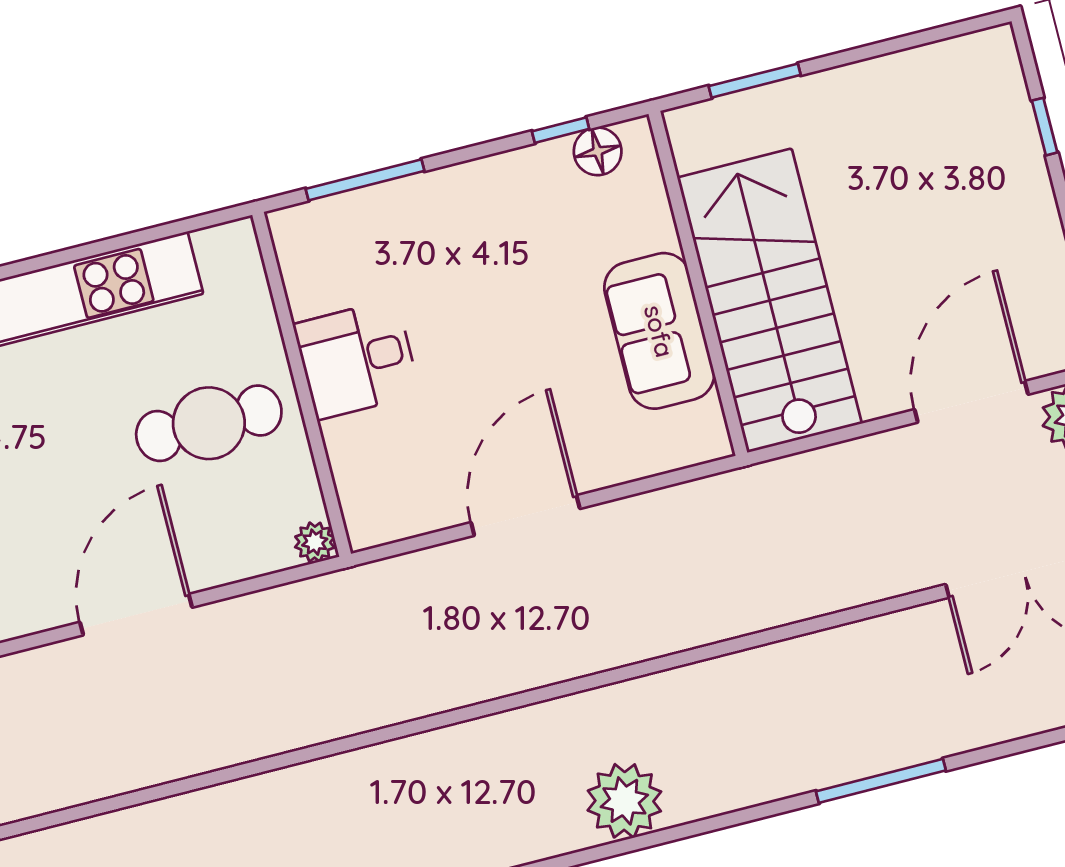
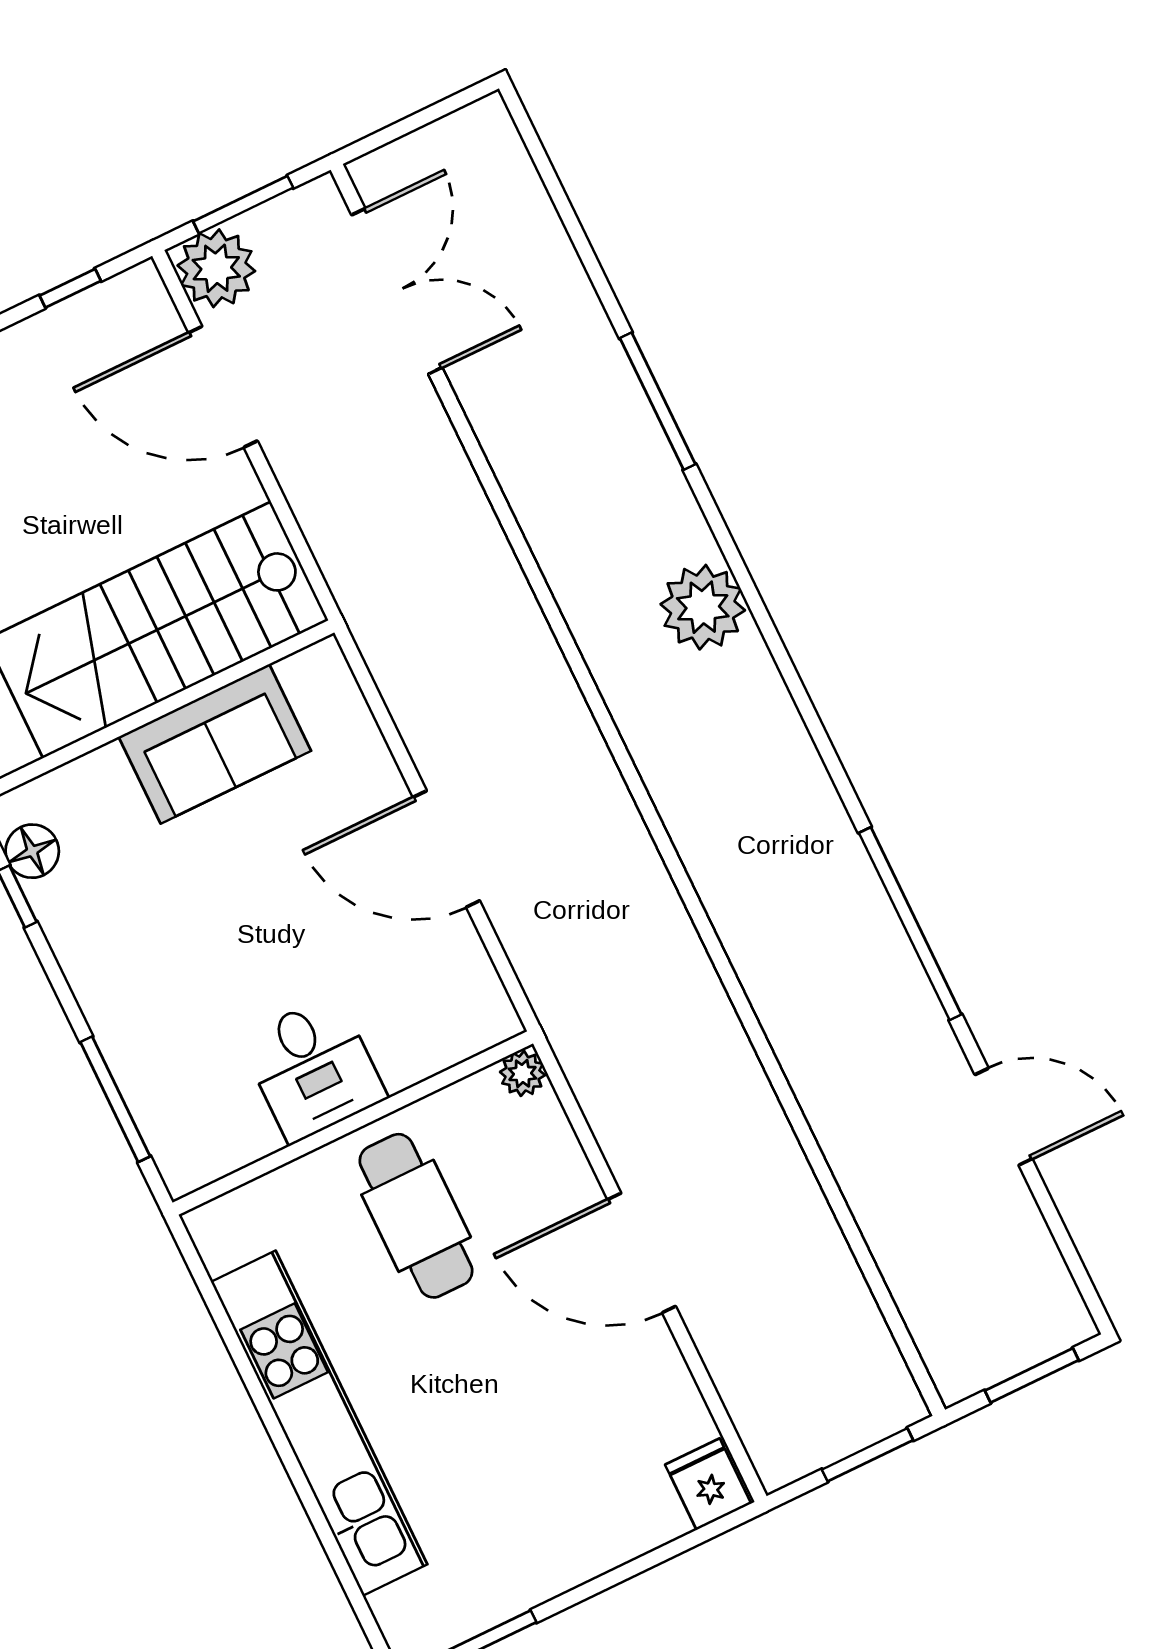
plant: (624, 801) -> (703, 607), moved

